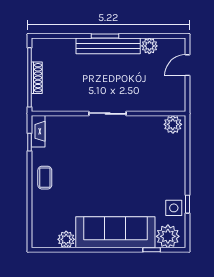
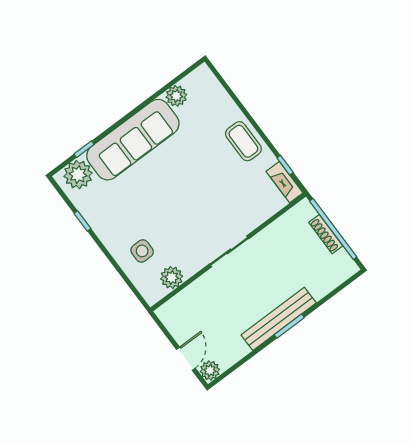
plant: (149, 46) -> (210, 370), moved
plant: (173, 124) -> (172, 278), moved
coffee table: (45, 178) -> (243, 141), width x1.36, depth x1.30
side table: (174, 208) -> (142, 251), moved

